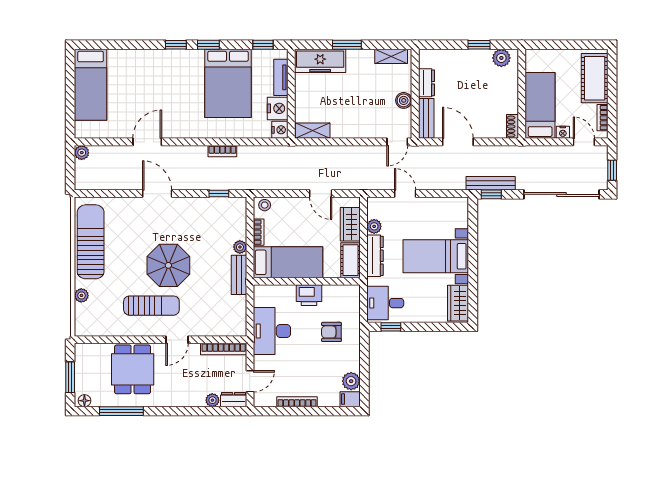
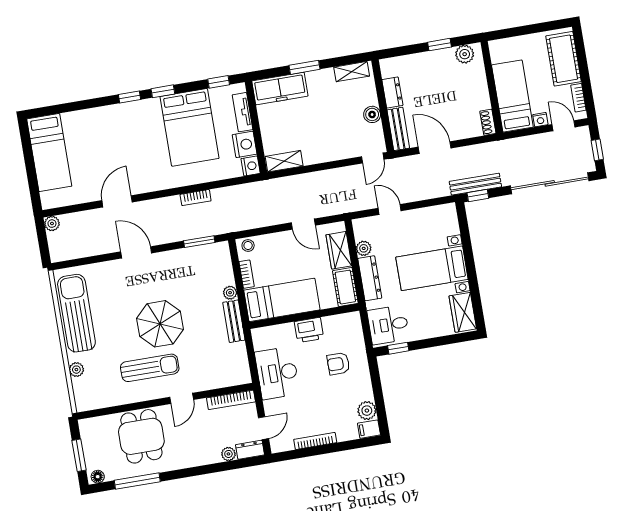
window: (219, 194) -> (199, 242), width x1.50

